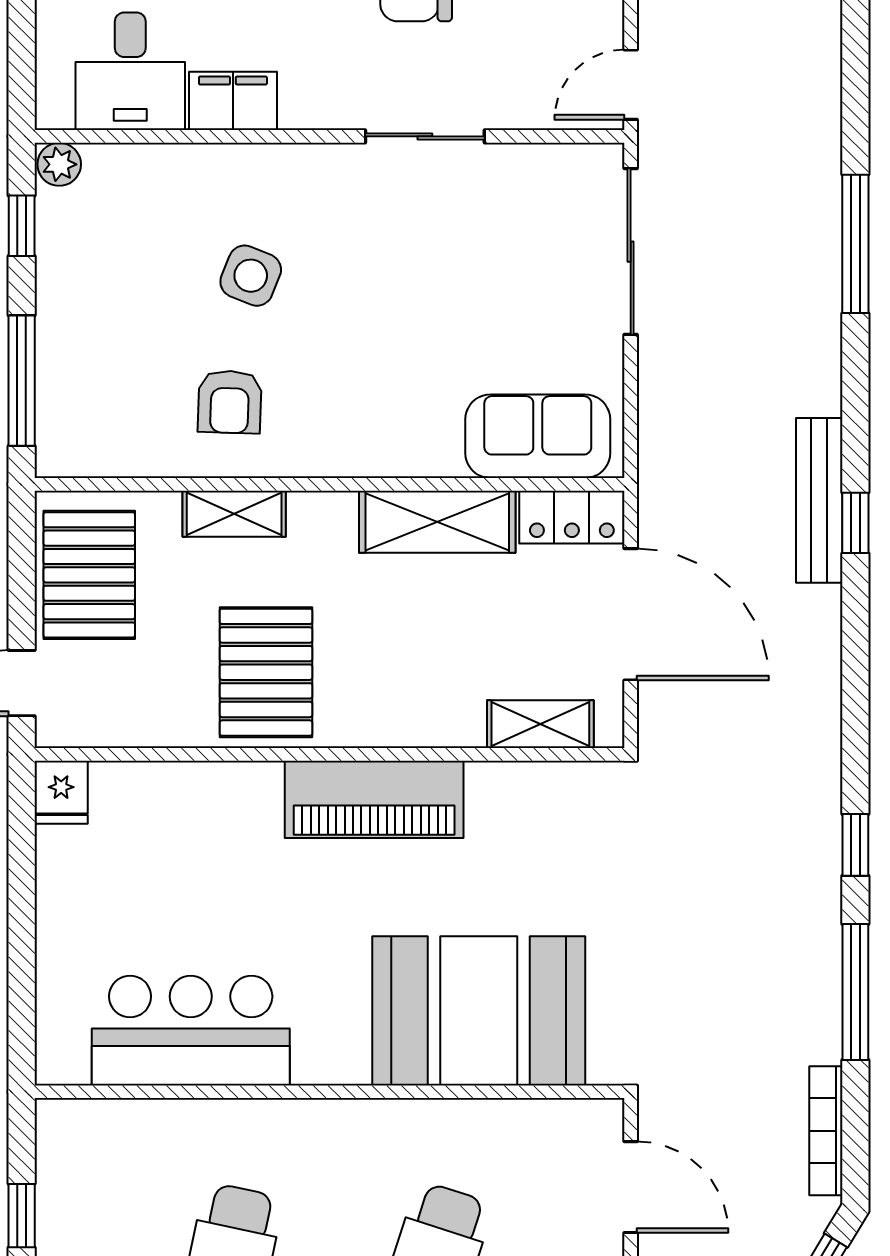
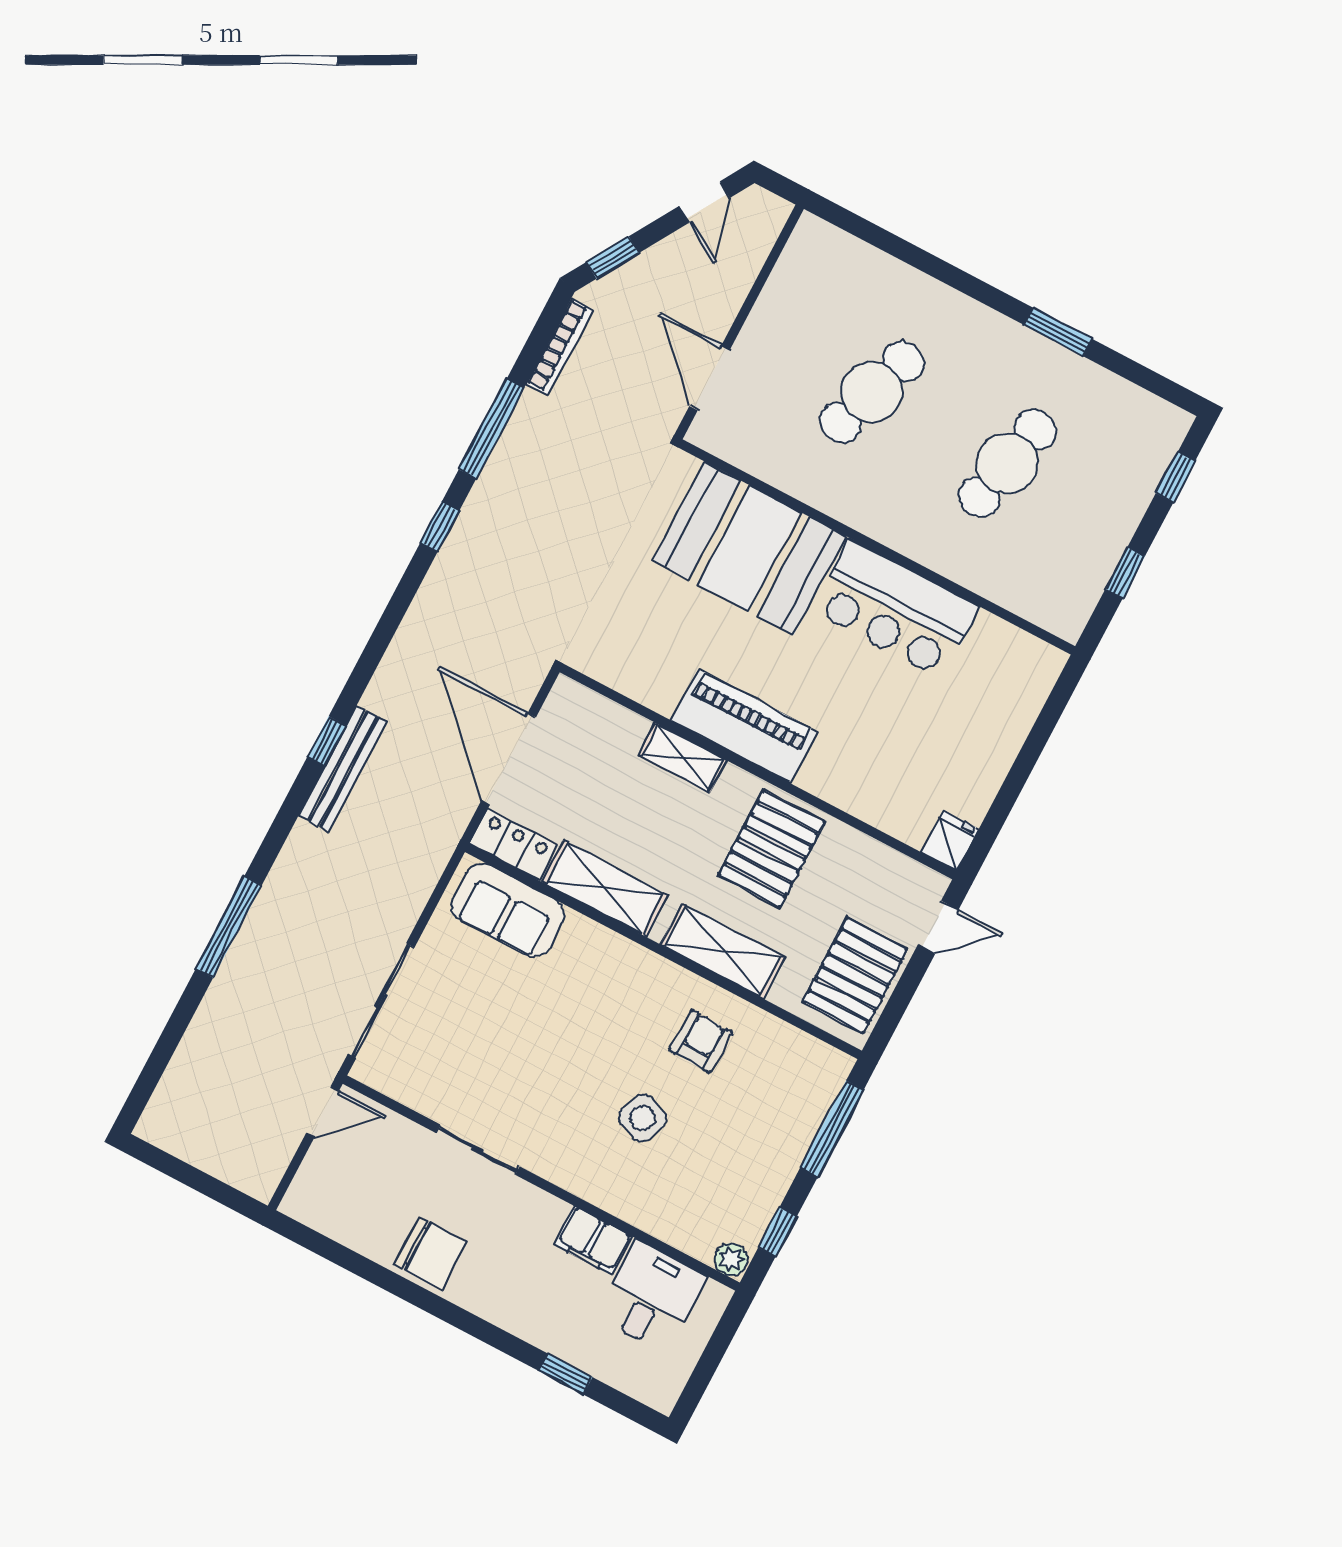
shelving: (234, 514) -> (723, 951), width x1.50, depth x1.33
shelving: (540, 724) -> (683, 758), moved
bar counter: (191, 1031) -> (895, 609), moved

